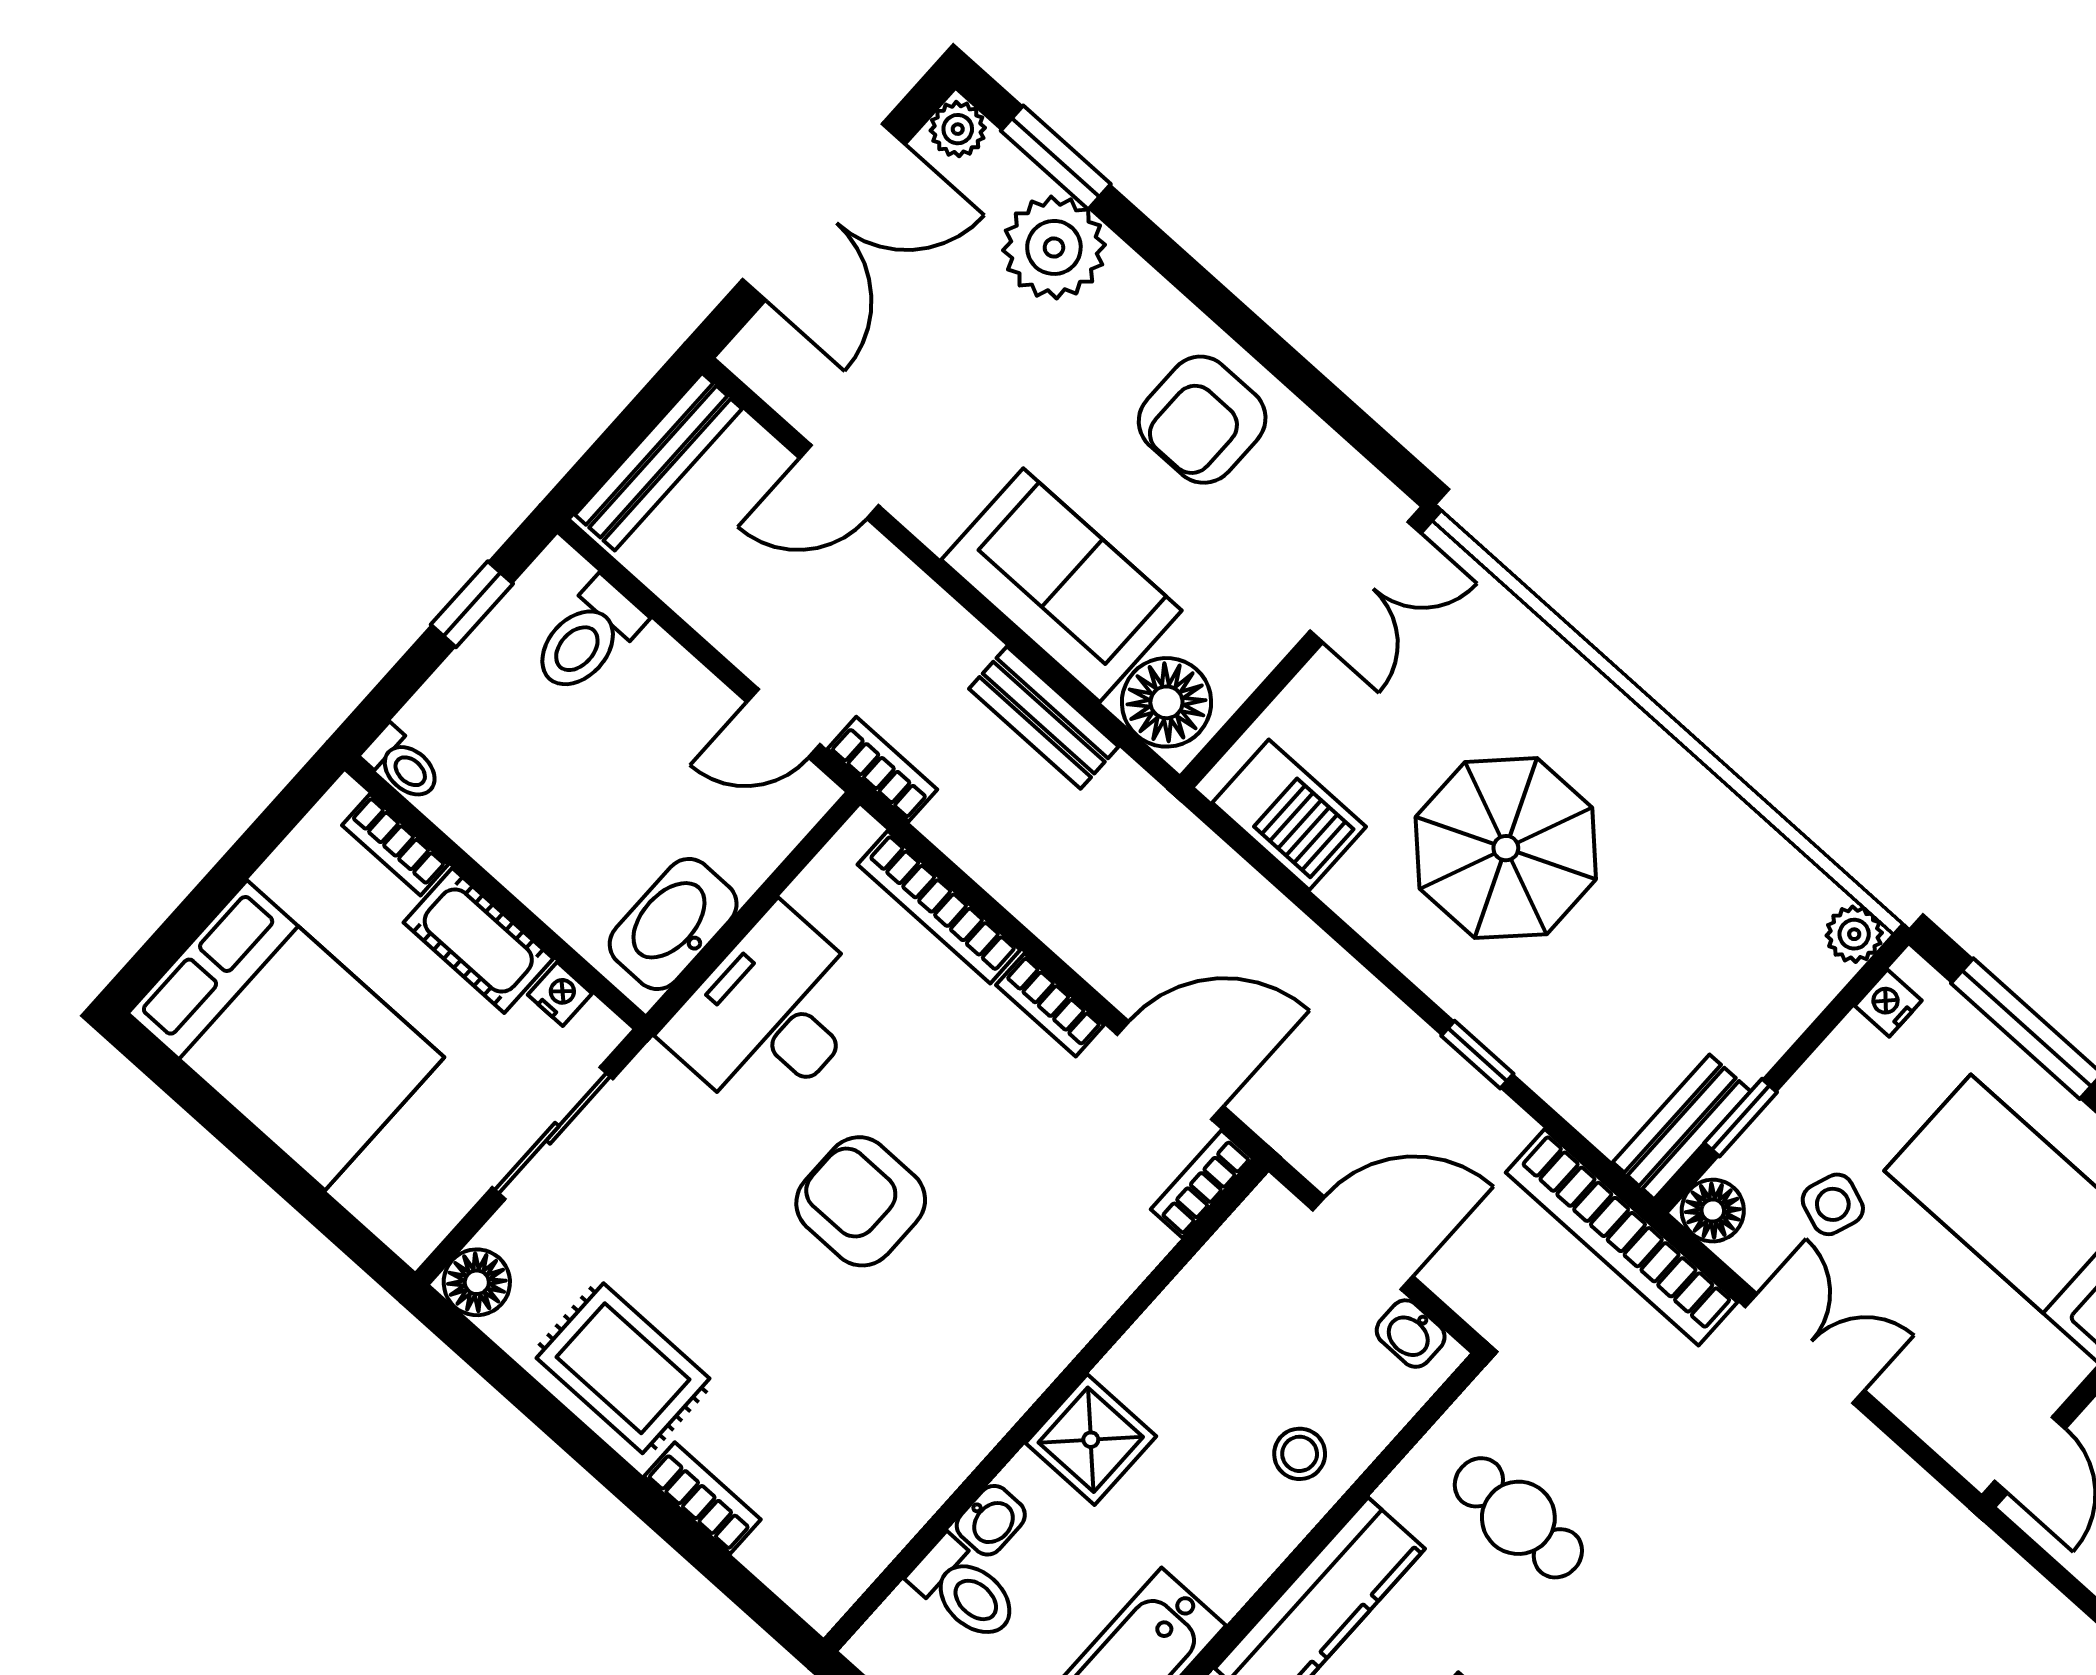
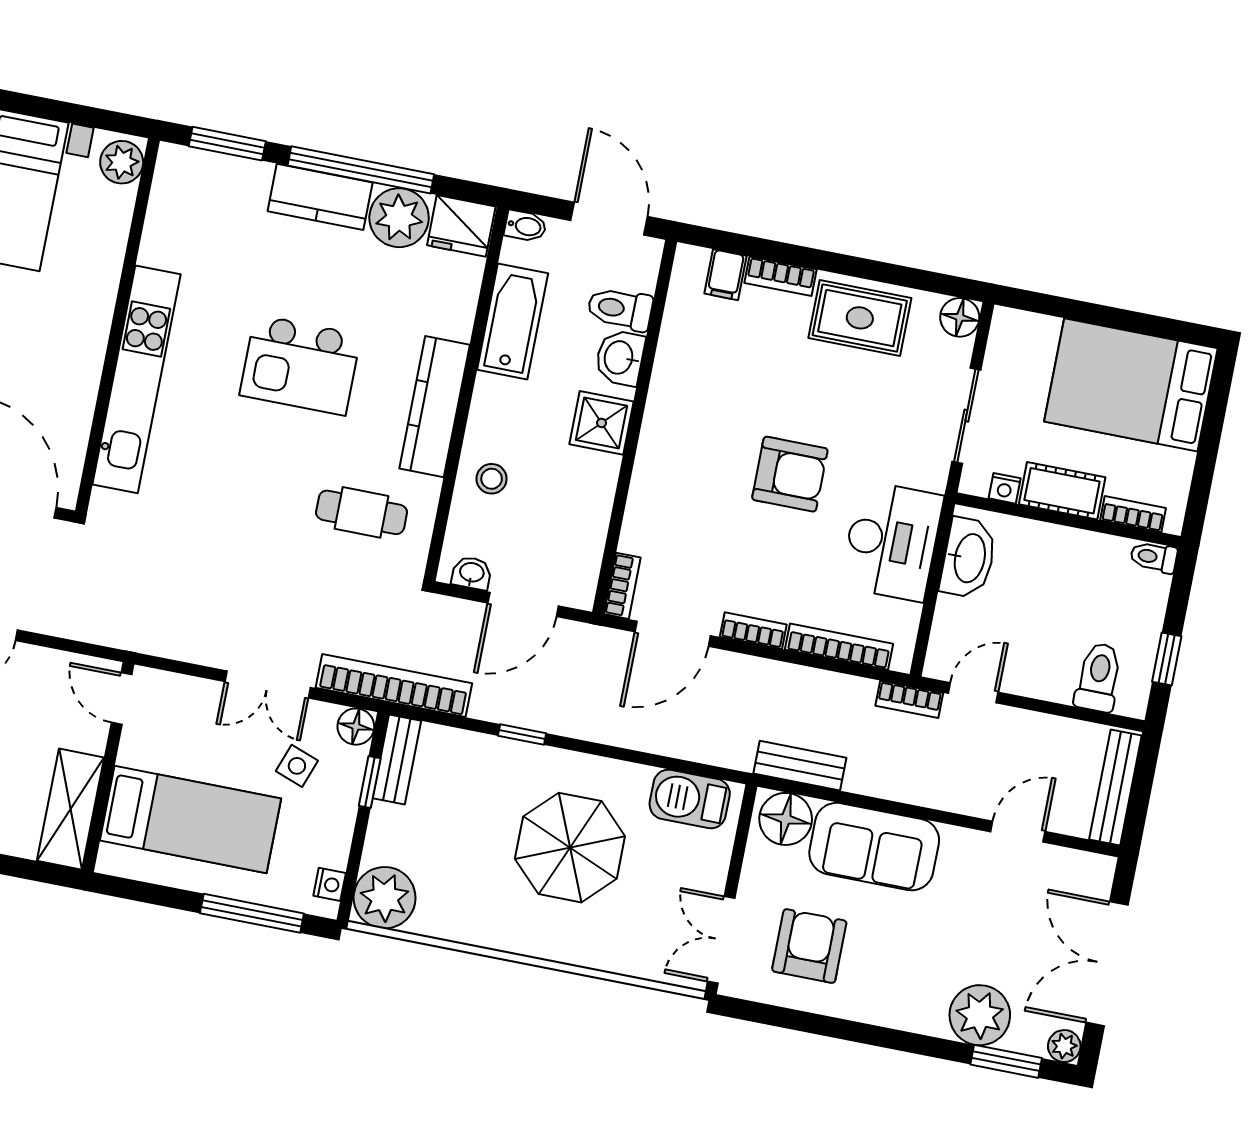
armchair: (1202, 420) -> (809, 946), moved
bench: (1044, 718) -> (800, 766), moved
plant: (1854, 934) -> (385, 898), width x1.87, depth x1.87
washbasin: (991, 1520) -> (620, 358), width x1.38, depth x1.45
filing cabinet: (781, 1548) -> (725, 275), added

